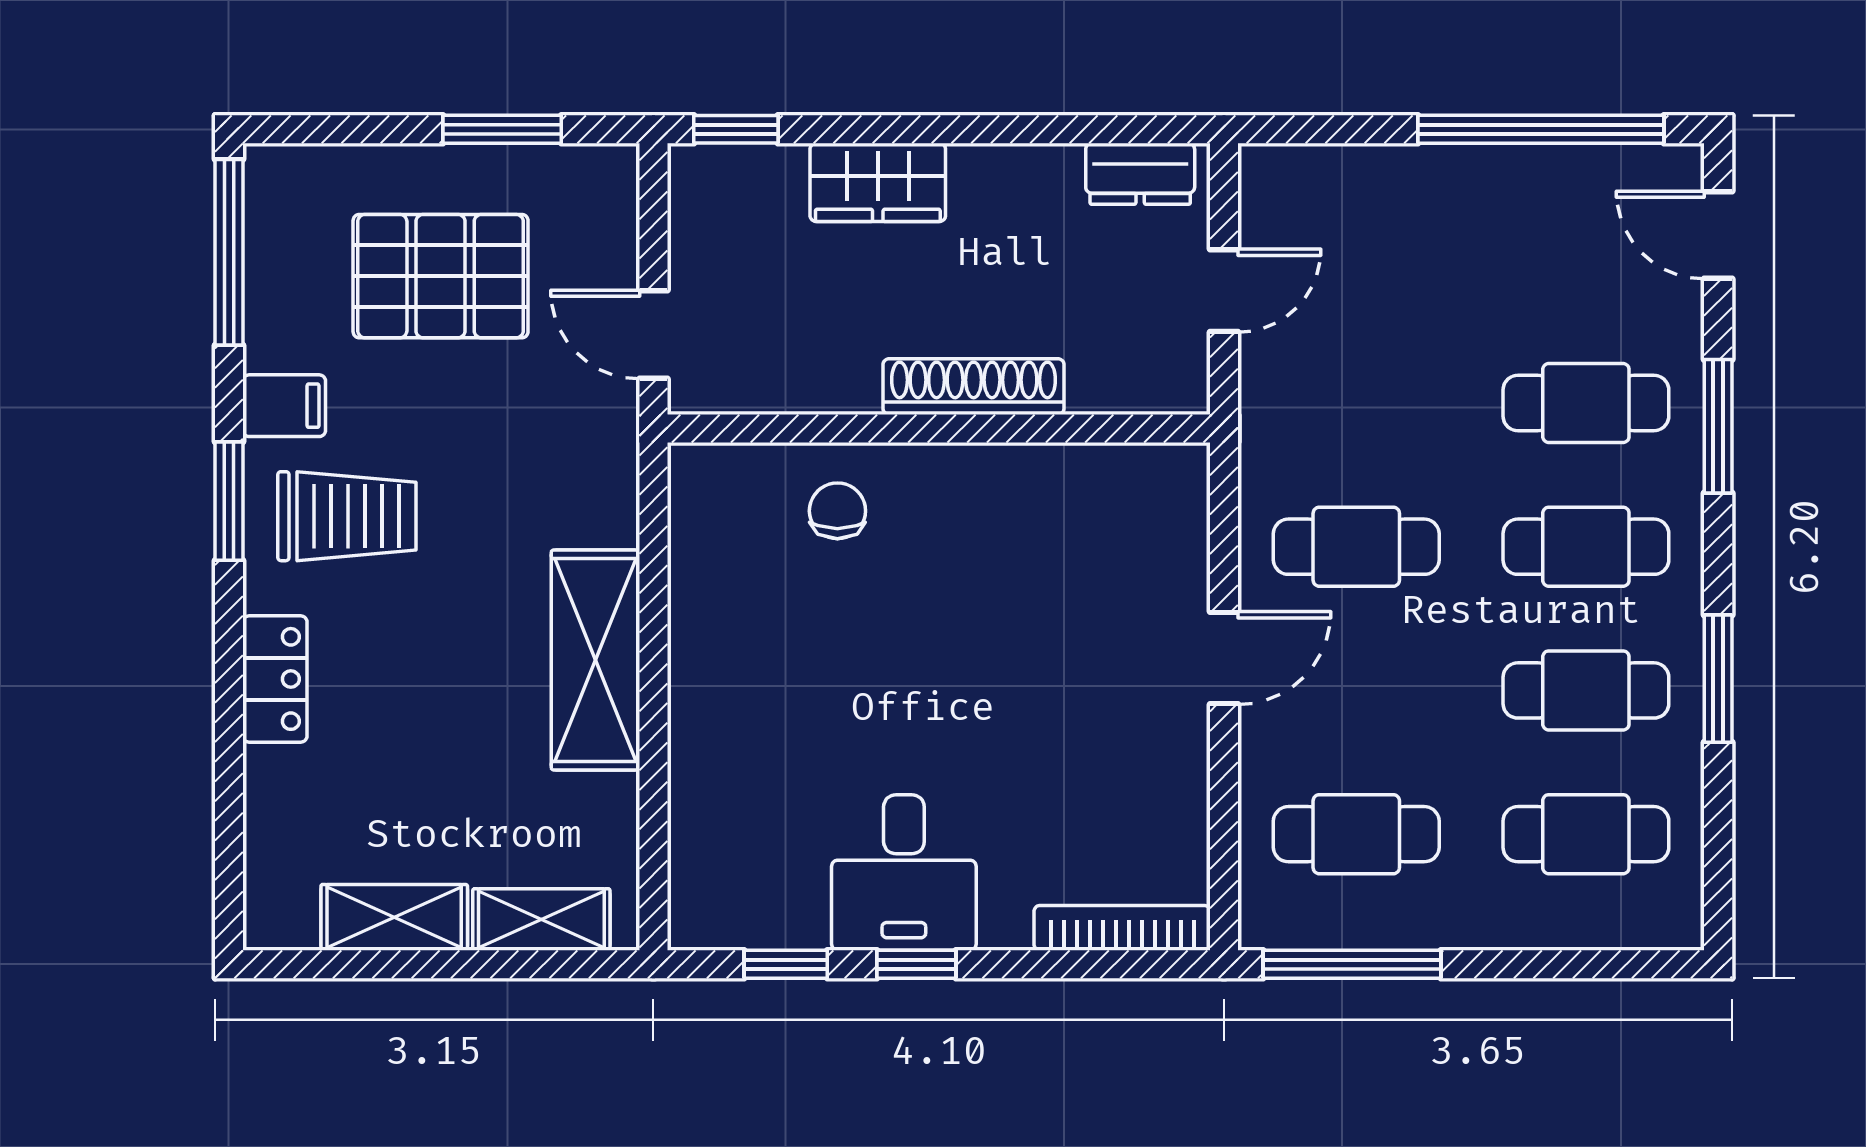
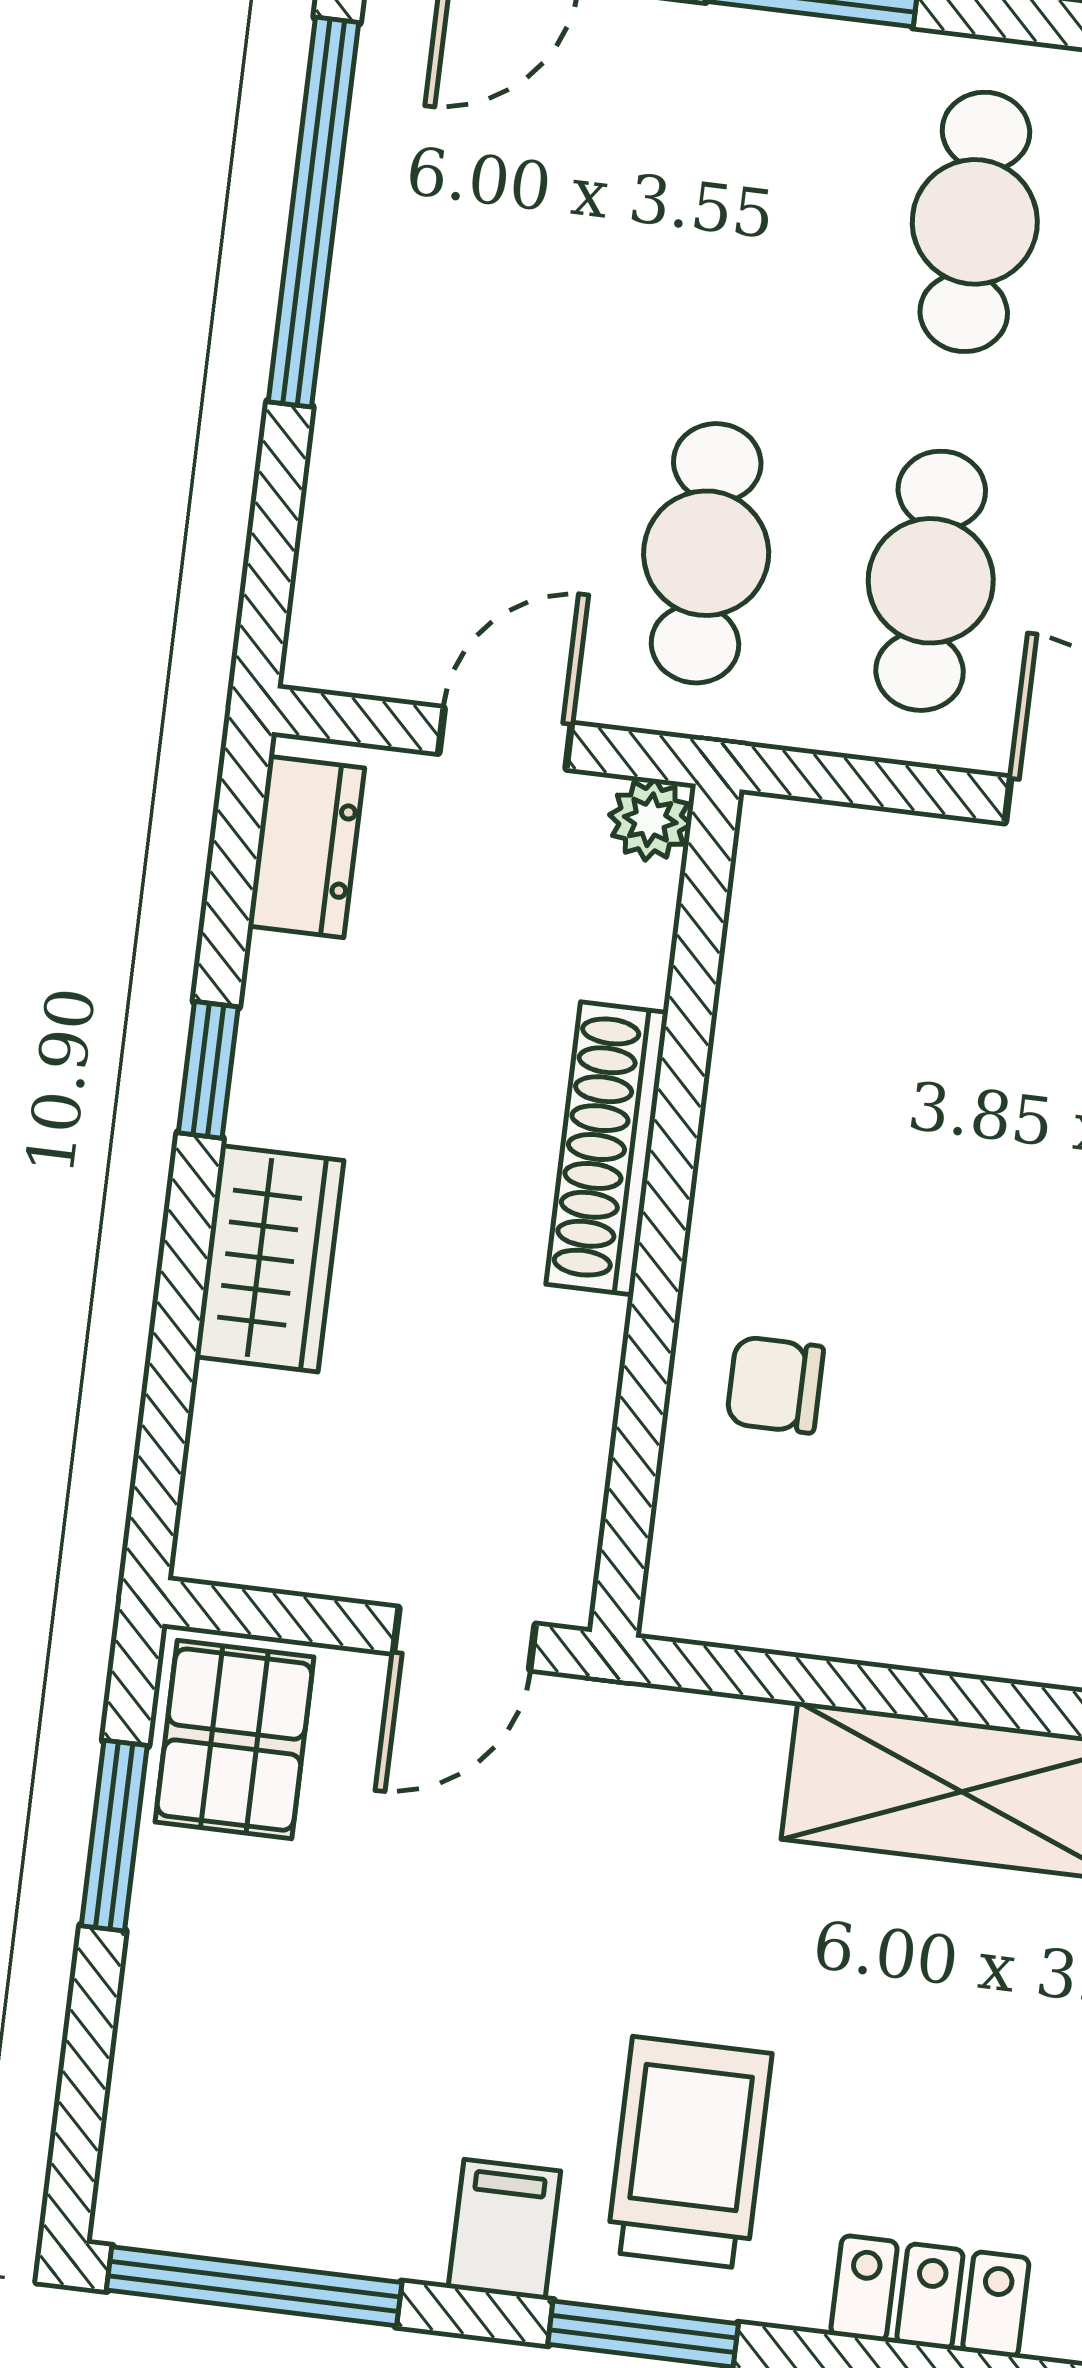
window: (736, 129) -> (208, 1070), moved
pallet: (441, 276) -> (235, 1740), moved, width x0.67, depth x0.71
door: (1224, 291) -> (505, 738), hinge flipped
plant: (1184, 388) -> (650, 820), added
cafe table: (1586, 403) -> (706, 553), moved

